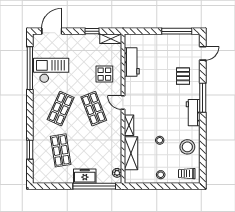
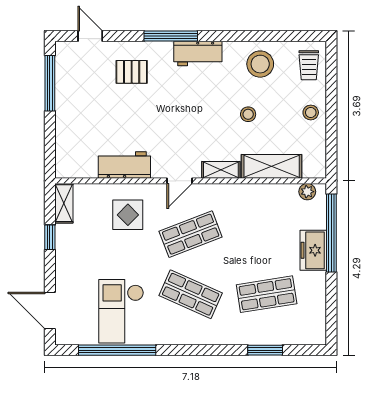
workbench: (132, 62) -> (124, 165), moved

